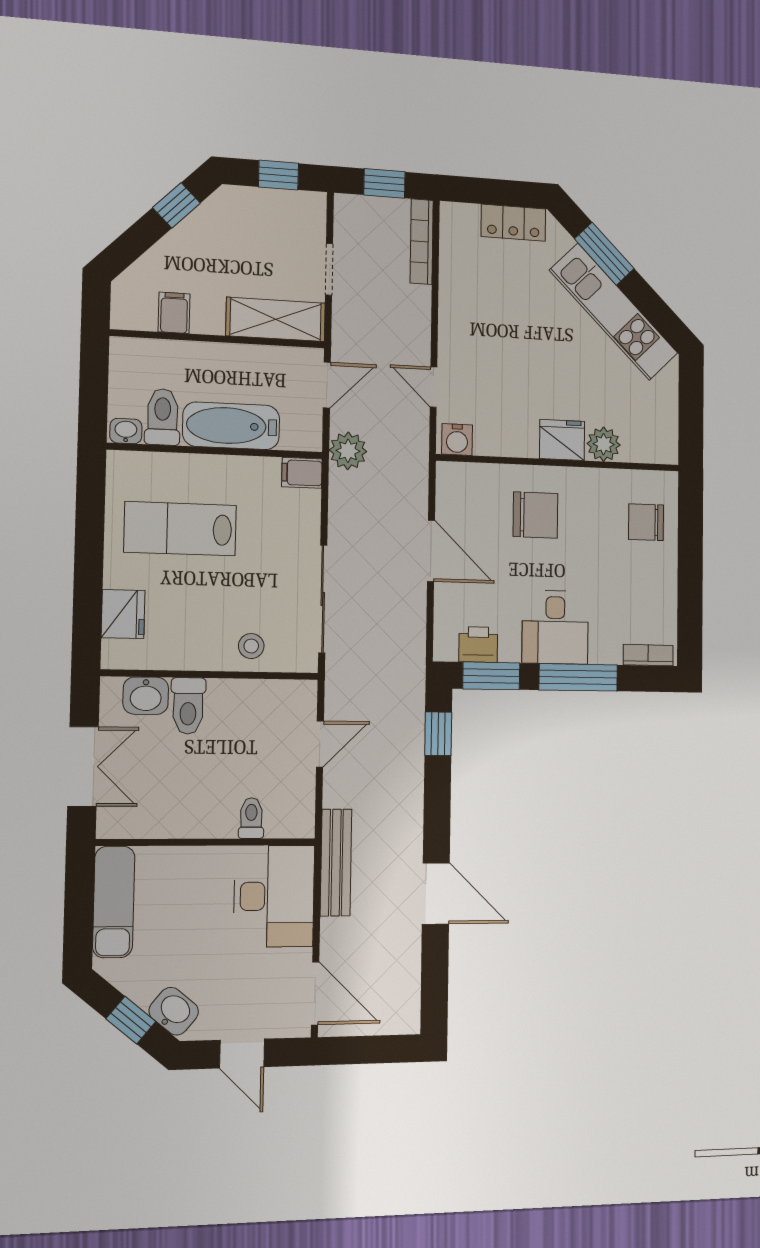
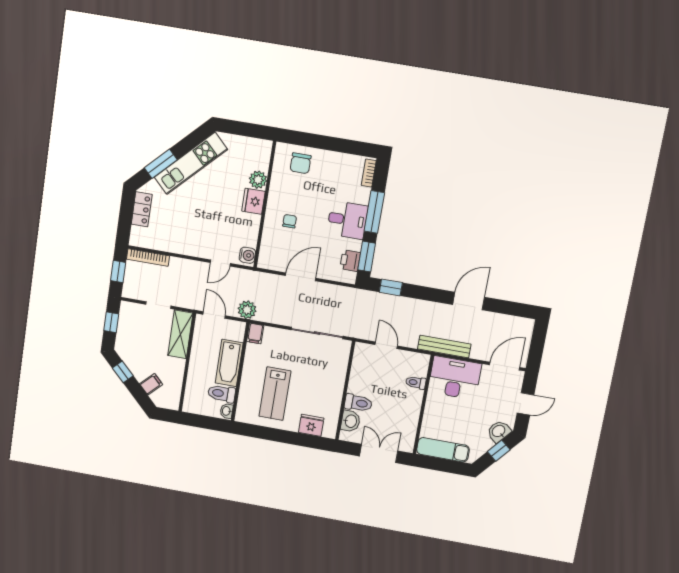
filing cabinet: (174, 313) -> (151, 384), moved, turned 135
chair: (535, 515) -> (290, 221), width x0.54, depth x0.54
stool: (251, 646) -> (335, 370), removed

